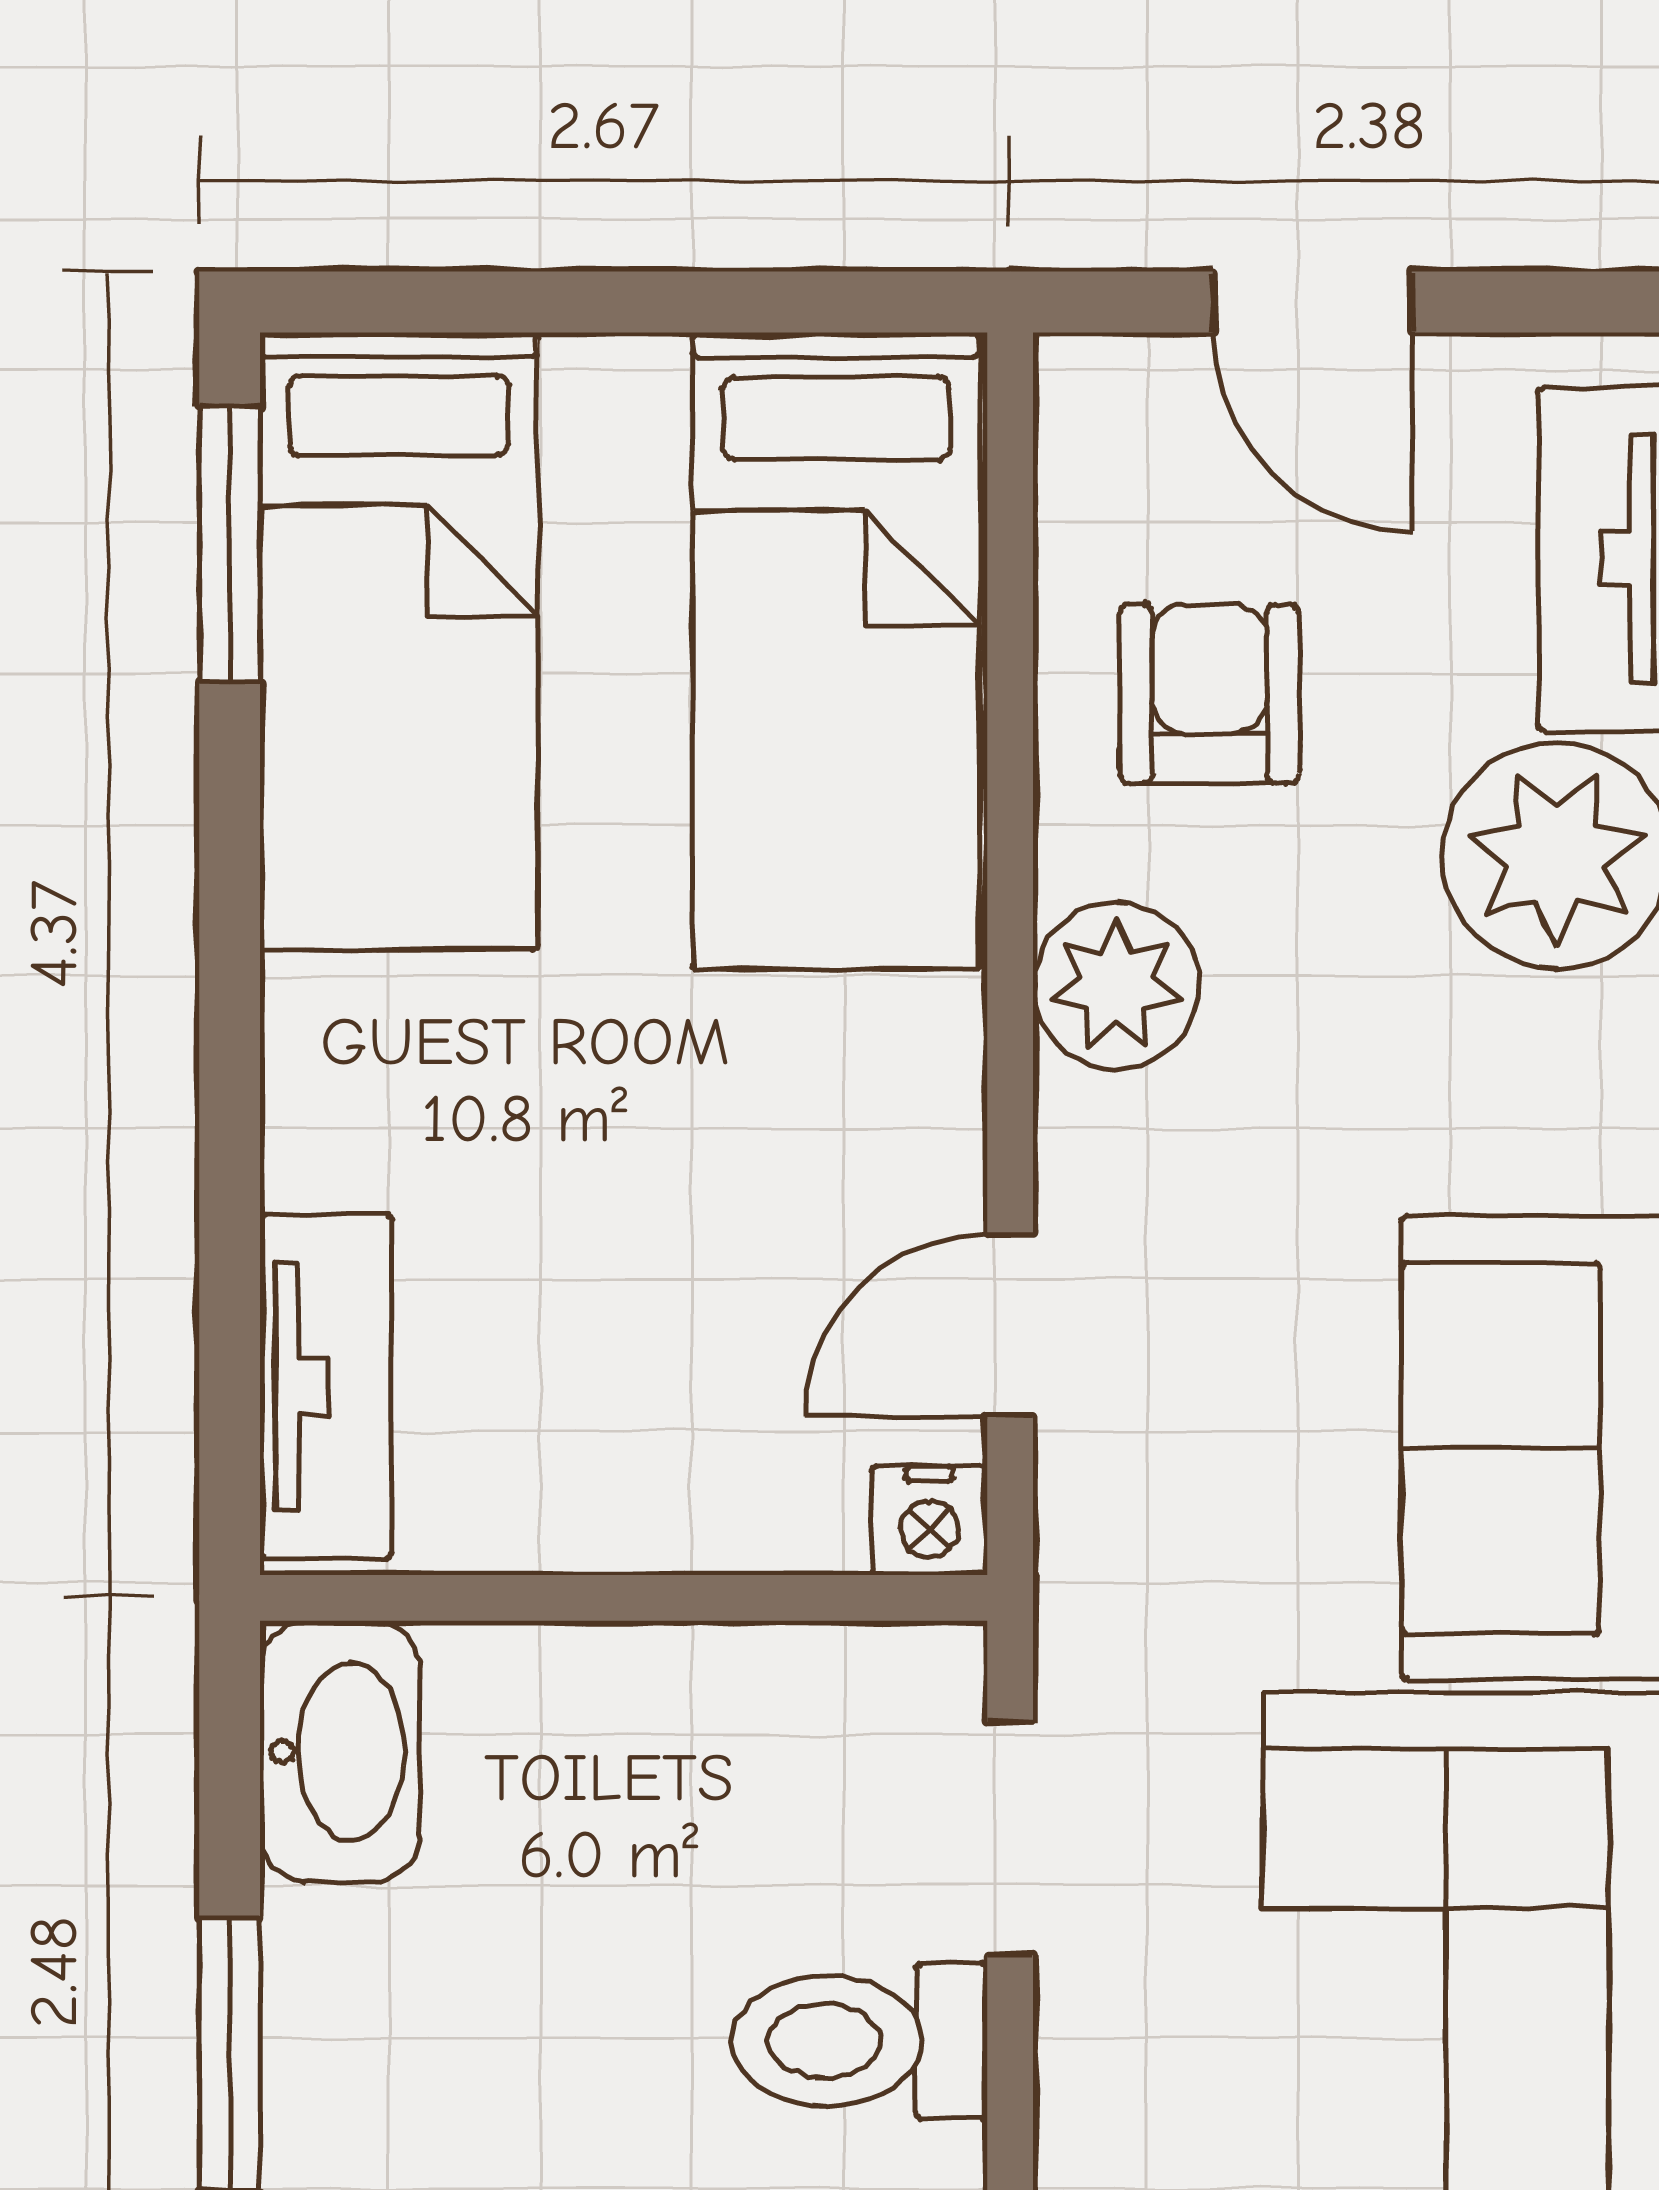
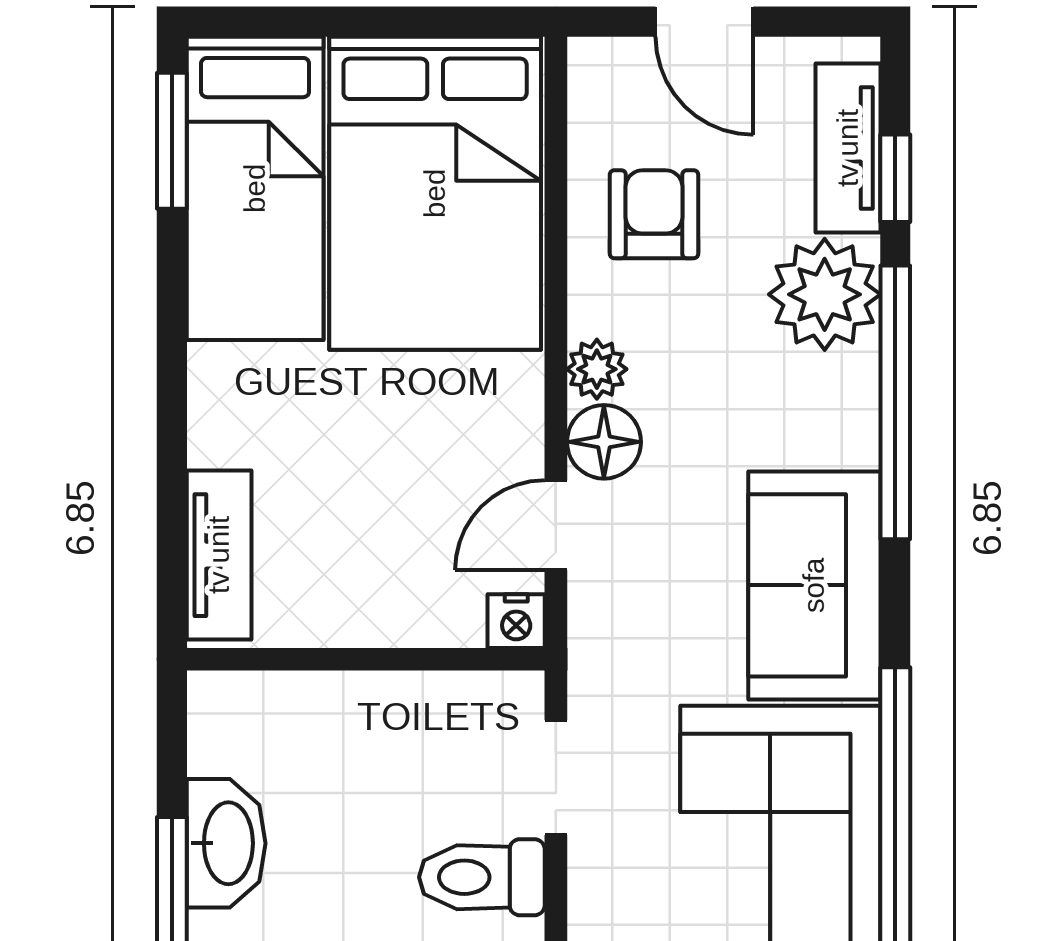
bed: (836, 651) -> (435, 193), width x1.50
plant: (1116, 986) -> (597, 369), width x0.73, depth x0.73
floor lamp: (1108, 1156) -> (604, 442), added
washbasin: (340, 1751) -> (226, 843), moved

